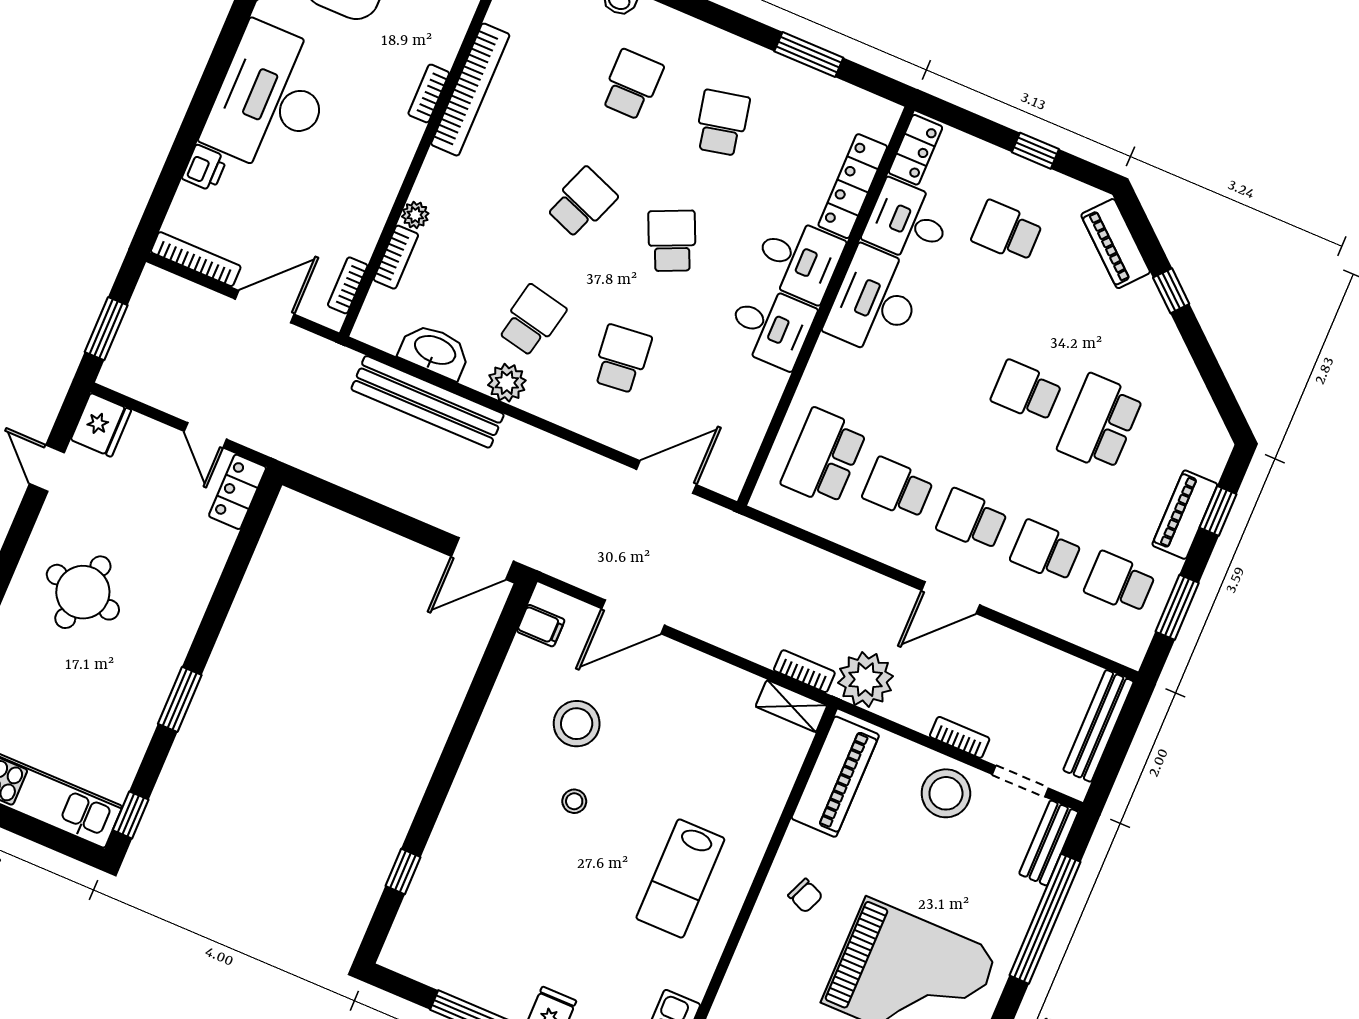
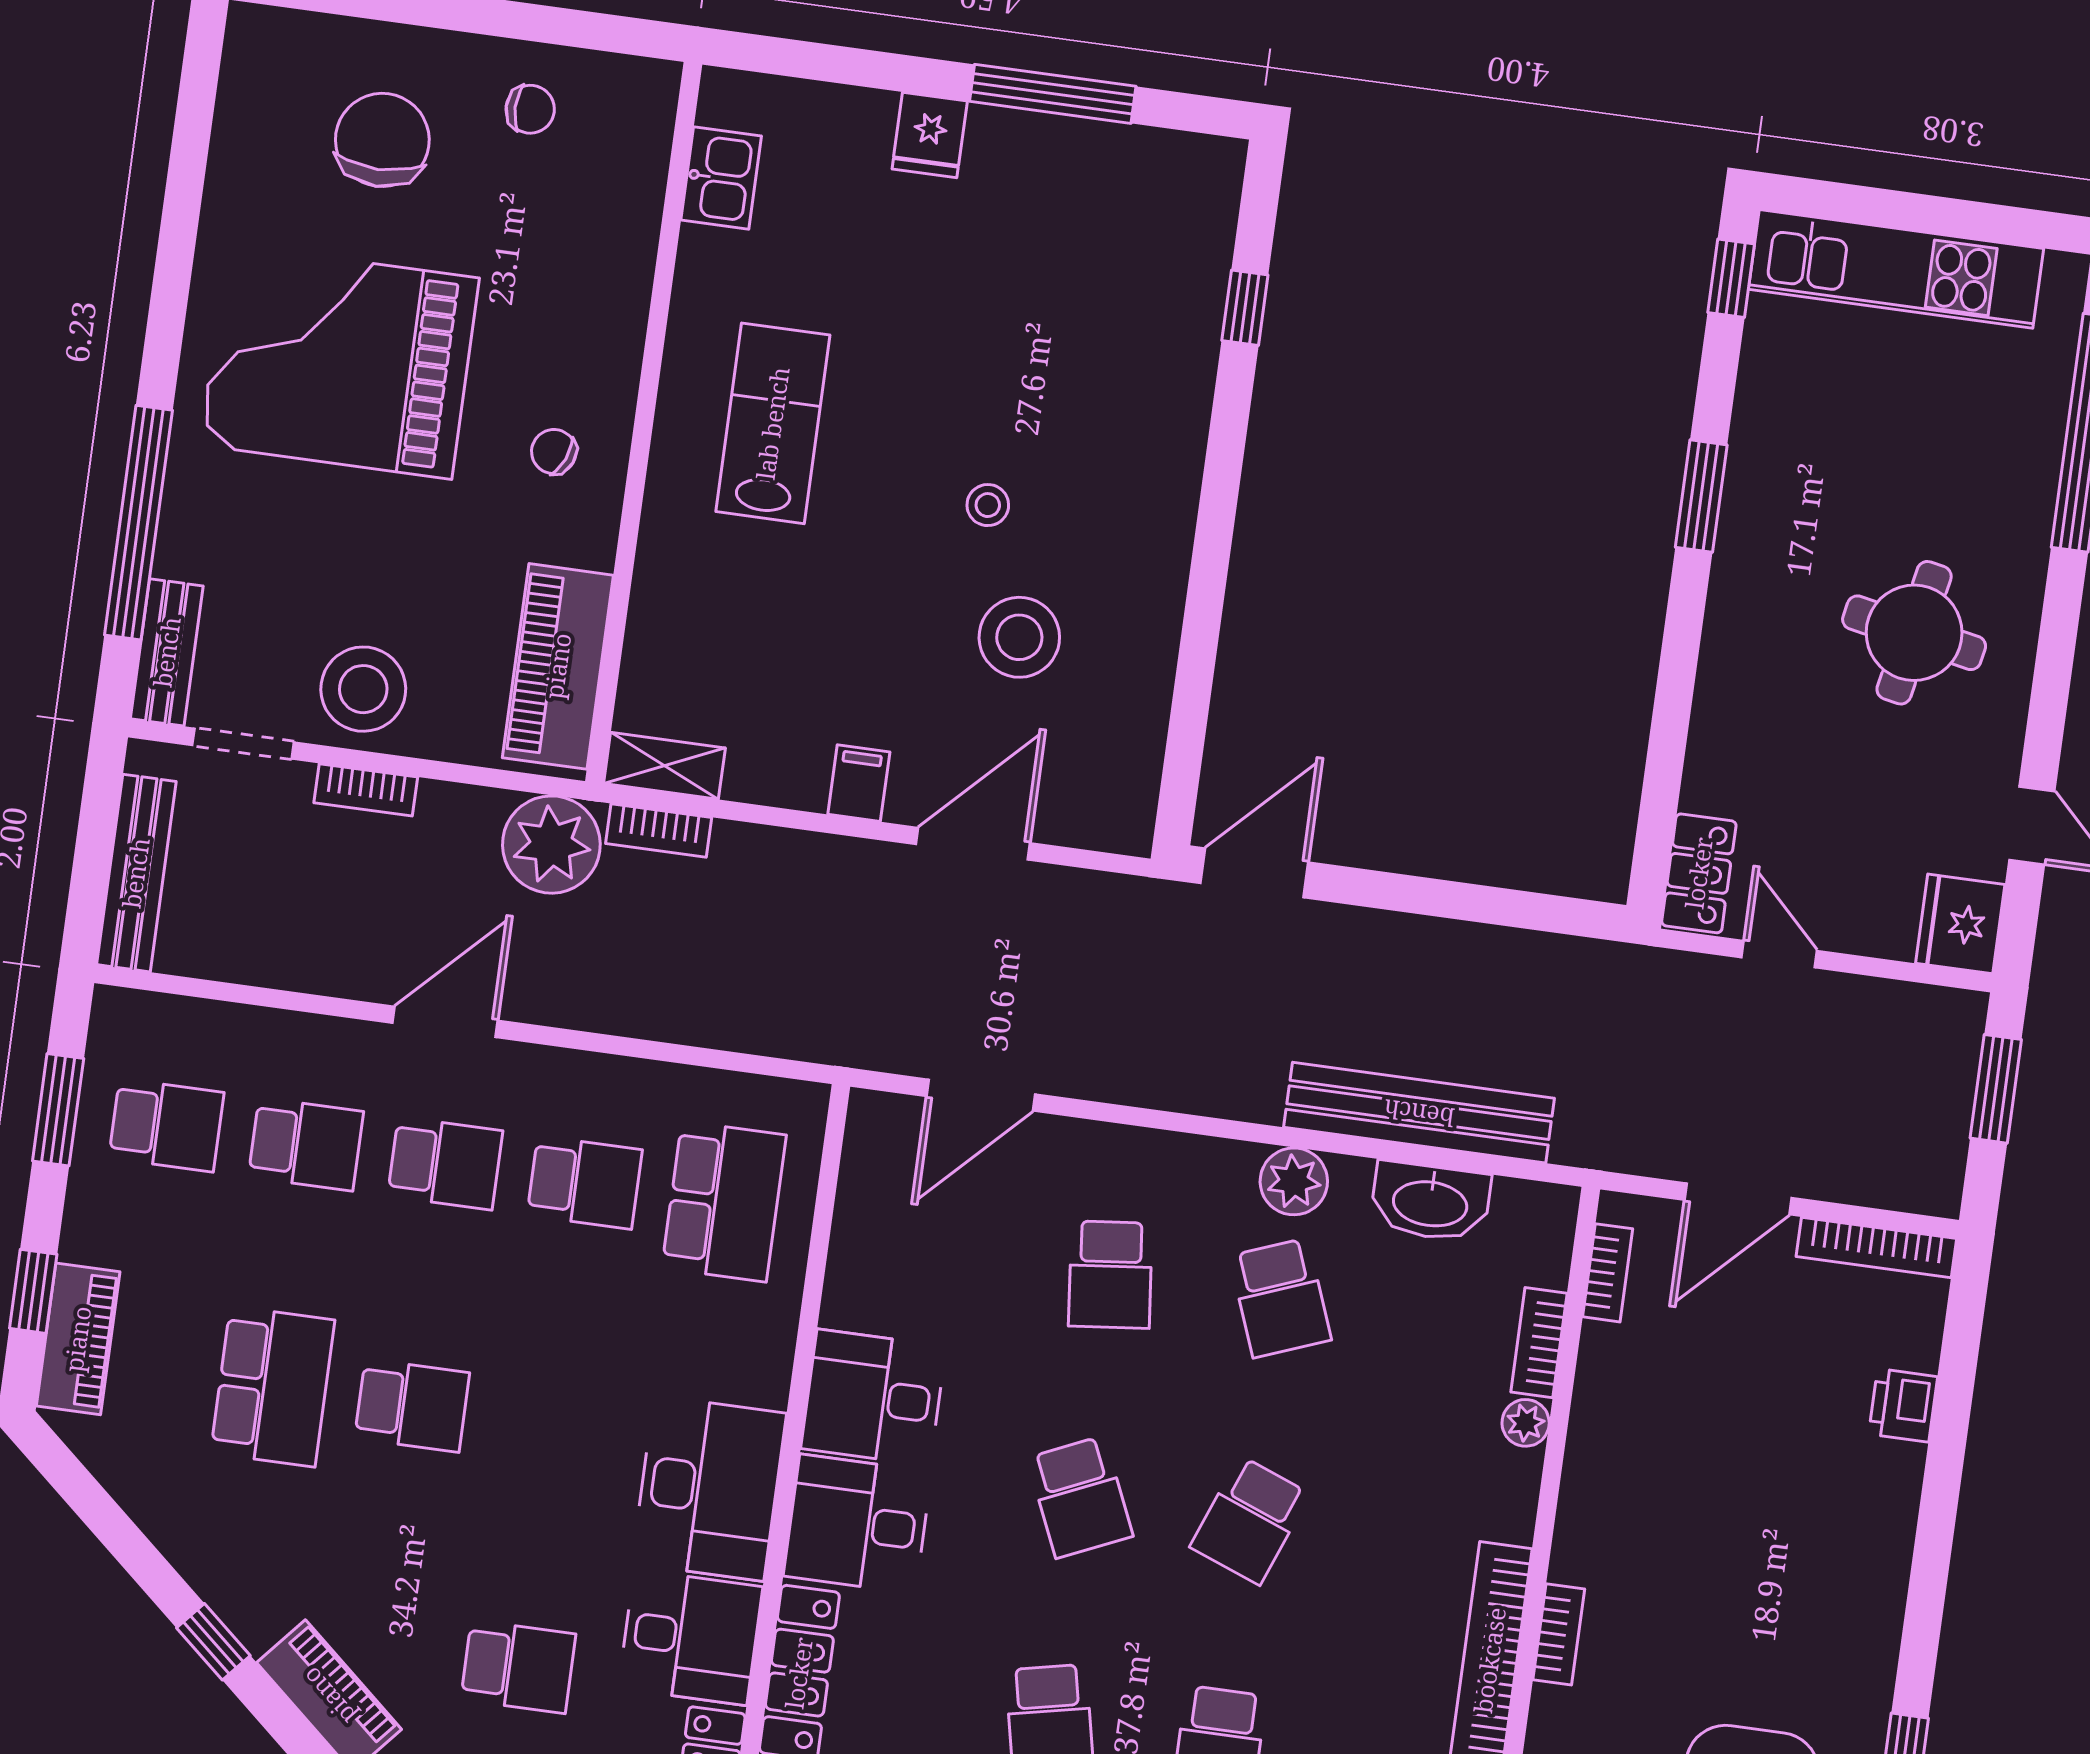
desk: (270, 99) -> (1824, 1553), removed
school desk: (532, 321) -> (1280, 1298), turned -33
piano: (1185, 515) -> (78, 1339), moved
filing cabinet: (541, 626) -> (859, 783), moved, turned 90

